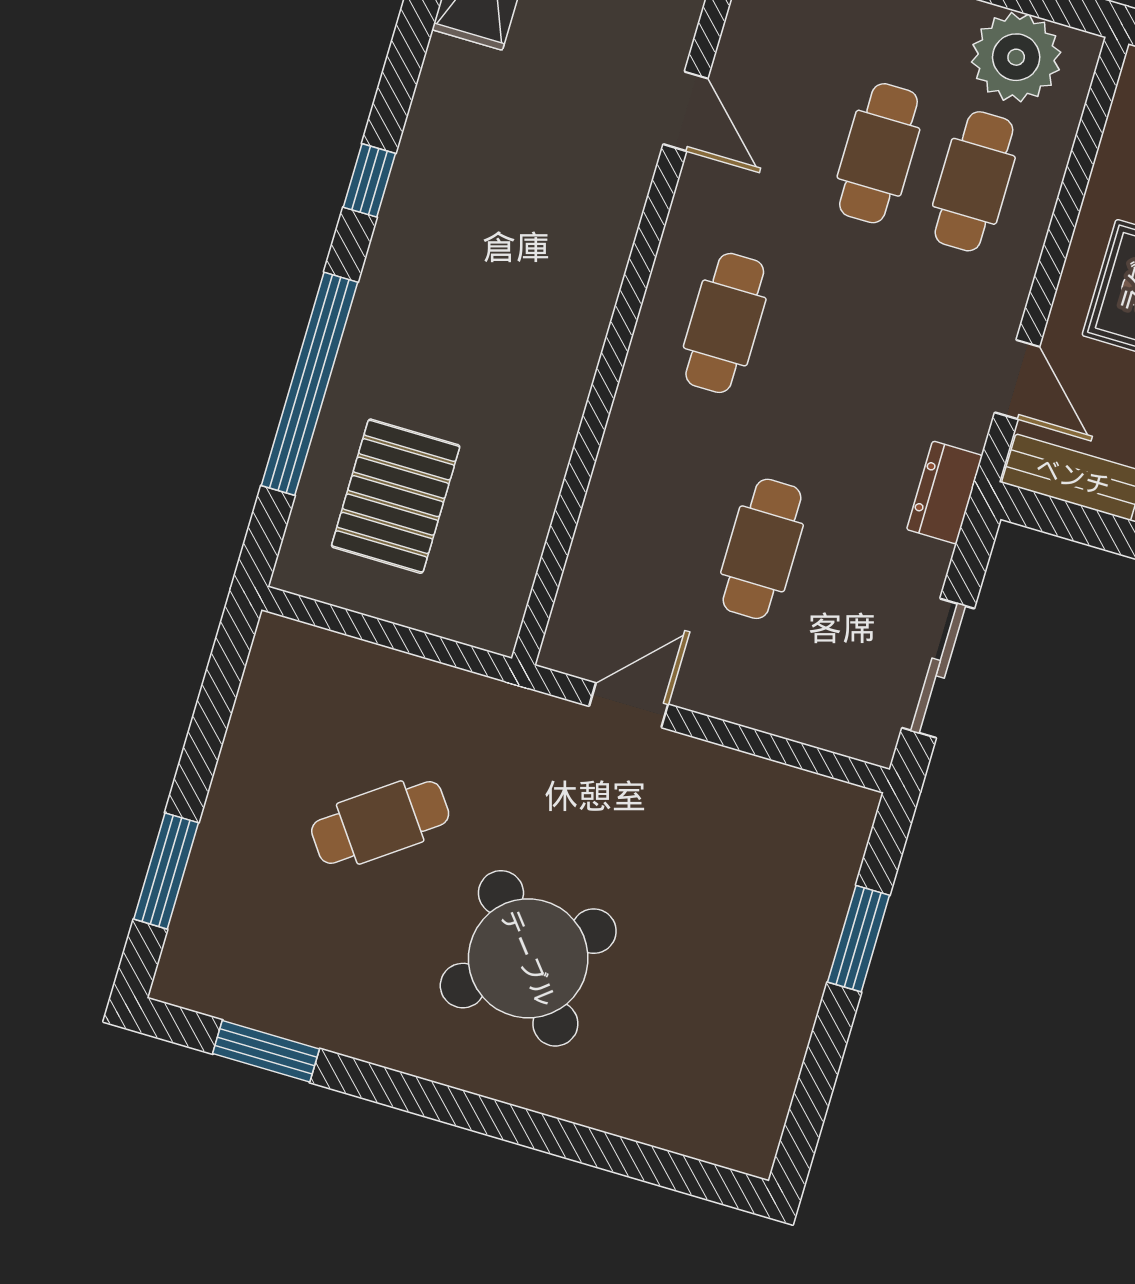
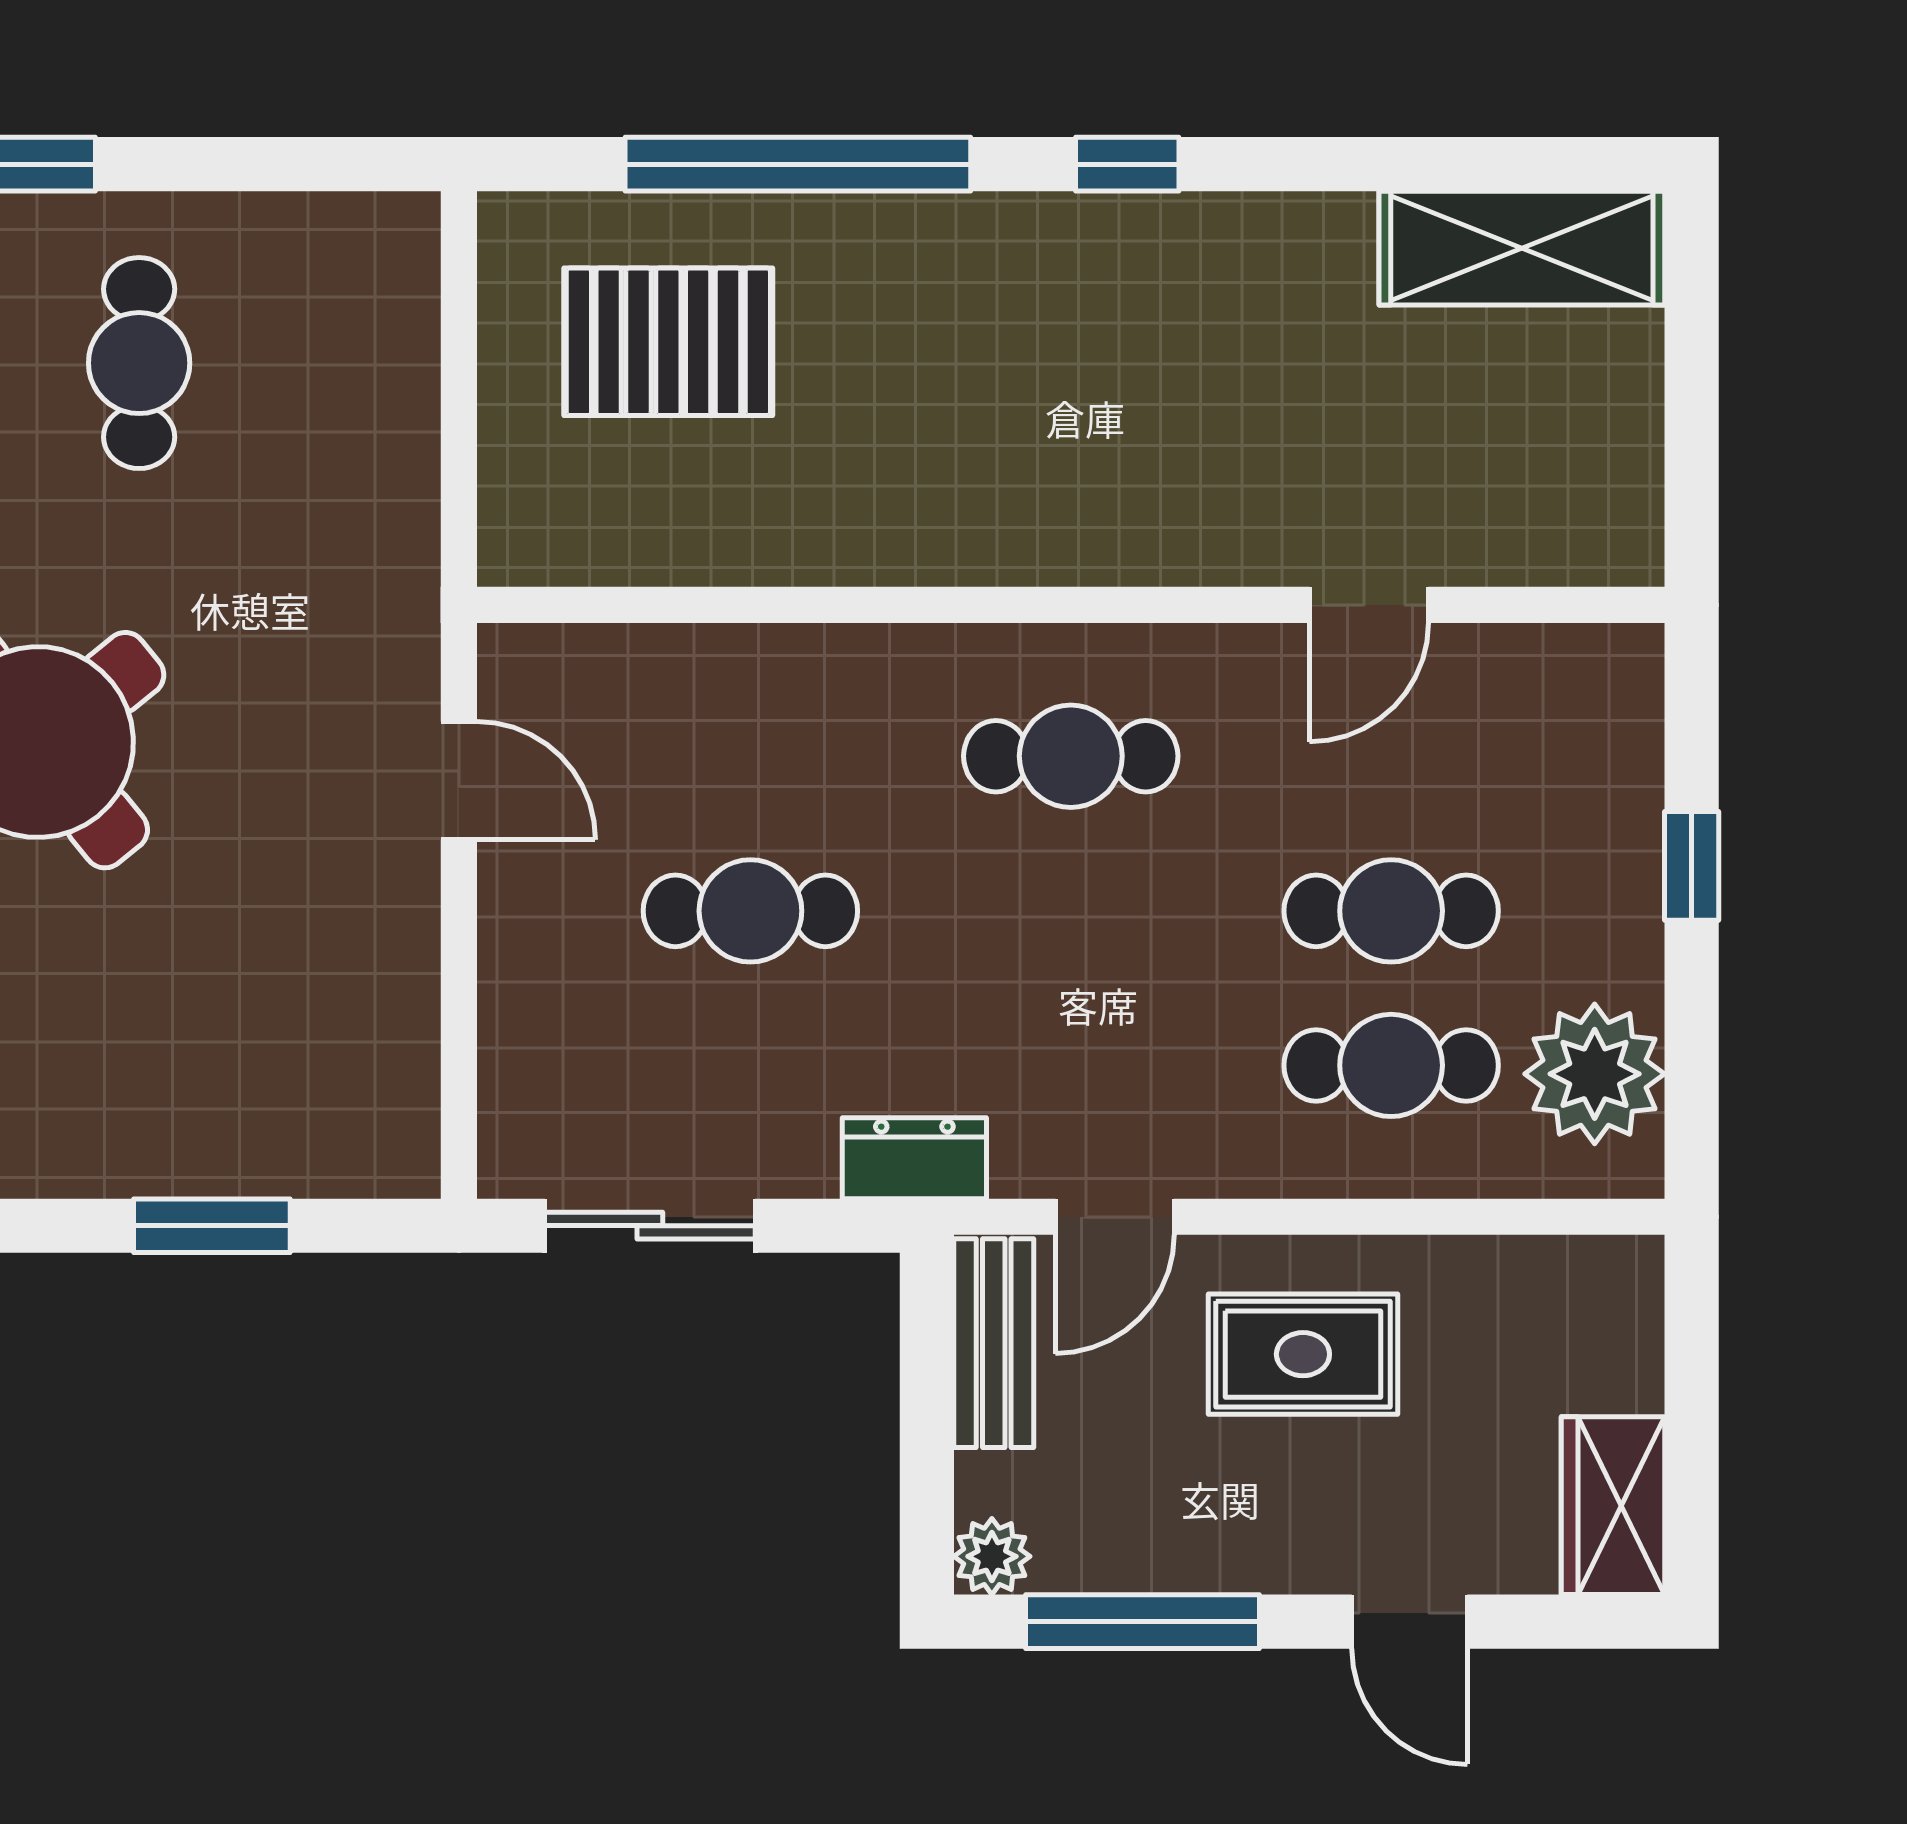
cafe table: (380, 823) -> (139, 363), moved, turned 36

